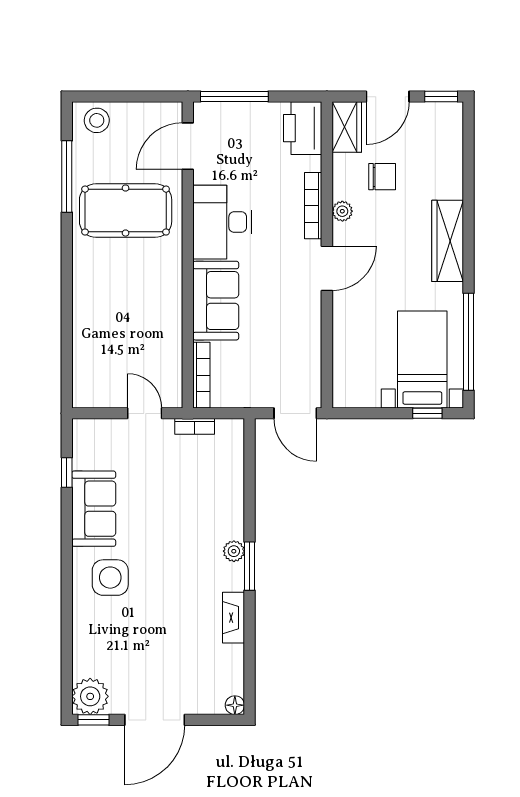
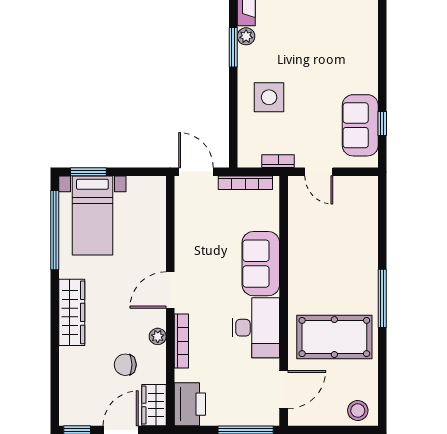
window: (67, 176) -> (382, 298), moved
bookcase: (201, 375) -> (245, 183), moved, turned -90
window: (427, 413) -> (88, 172), width x1.50
sofa: (94, 509) -> (360, 125), moved
plant: (234, 551) -> (246, 36), moved
side table: (110, 578) -> (269, 97), moved

